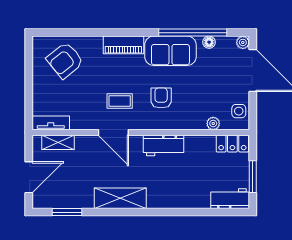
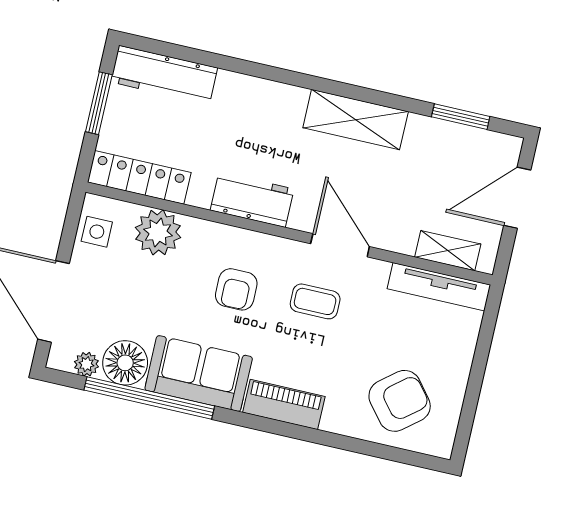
floor lamp: (209, 42) -> (125, 363), width x1.89, depth x1.89
plant: (243, 42) -> (87, 364), moved
tv unit: (51, 123) -> (439, 287), width x1.41
plant: (213, 123) -> (158, 232), width x1.88, depth x1.88
locker: (232, 144) -> (139, 177), width x1.53
workbench: (230, 199) -> (164, 75), width x1.37

